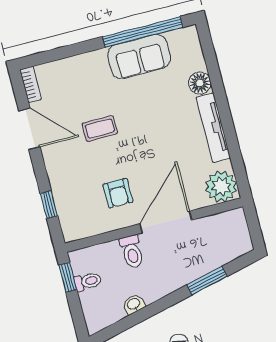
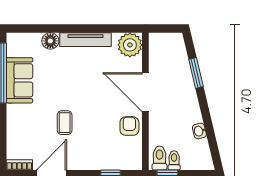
armchair: (118, 193) -> (129, 126), moved, turned -90
toilet: (132, 252) -> (159, 158), moved, turned -90

